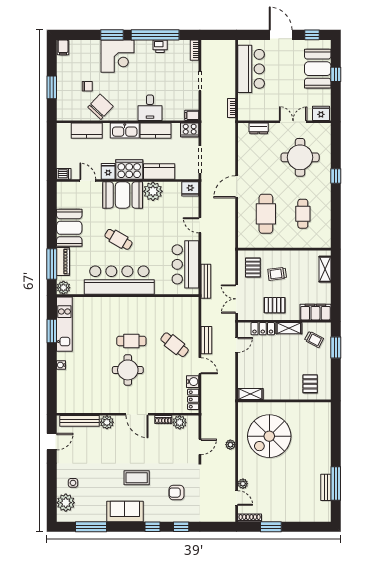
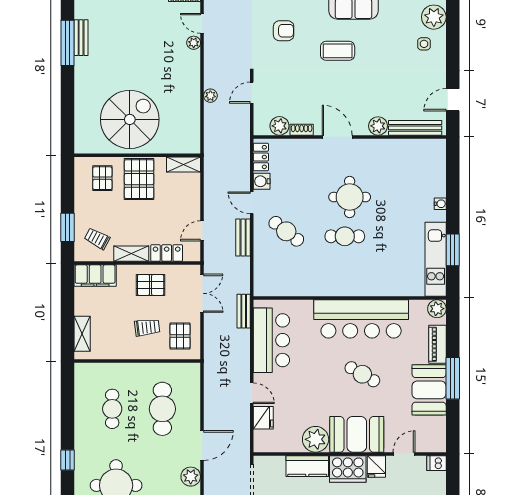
plant: (245, 164) -> (191, 477), added
door: (88, 181) -> (404, 454), swing flipped
fridge: (190, 189) -> (263, 418), moved, turned 90
window: (52, 264) -> (453, 378), moved
bench: (206, 281) -> (244, 311), width x0.73
pallet: (283, 383) -> (139, 179), added
spiral stairs: (269, 436) -> (130, 119), moved

